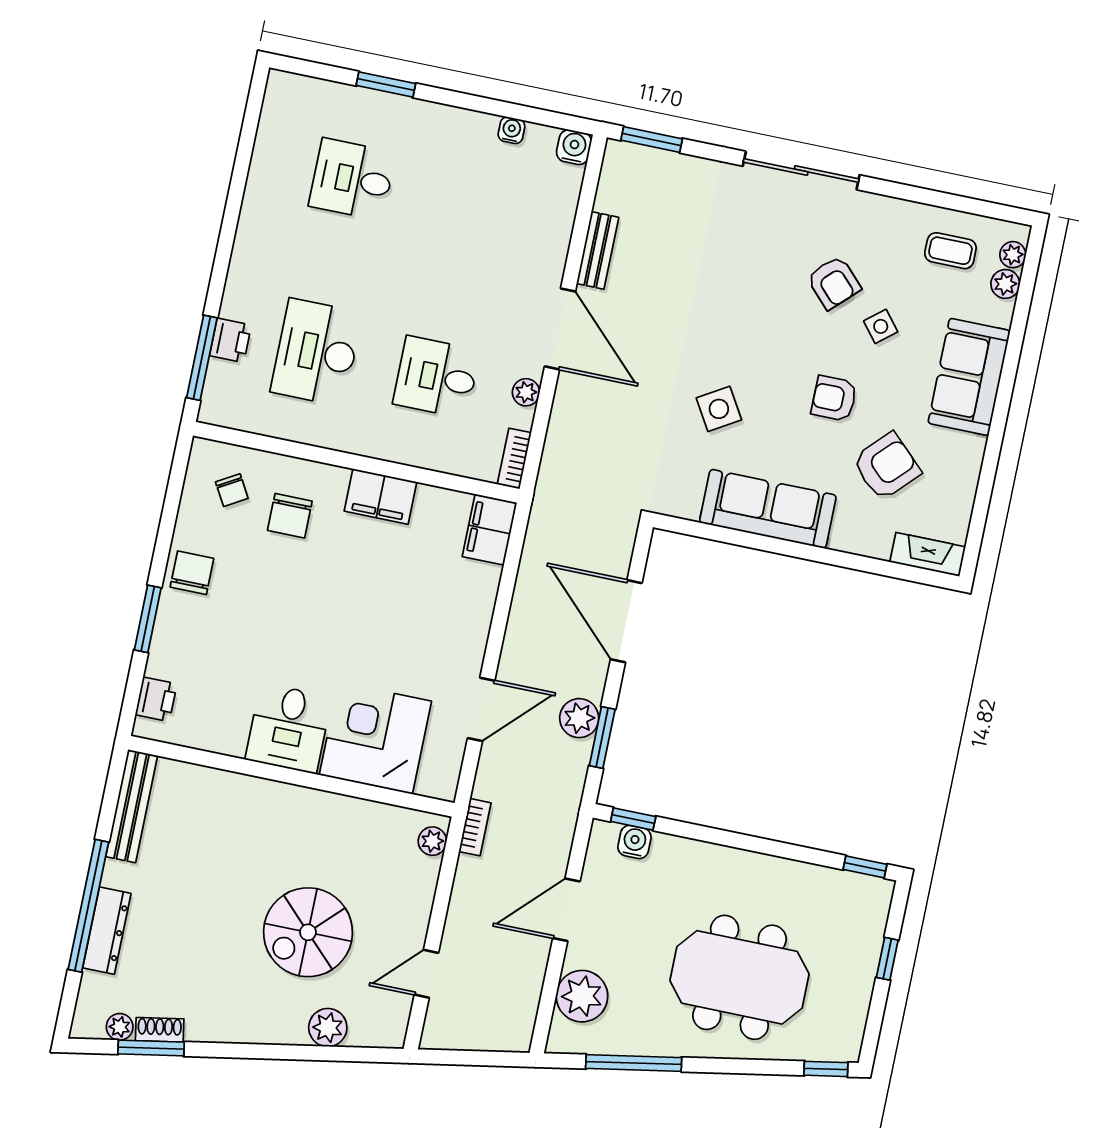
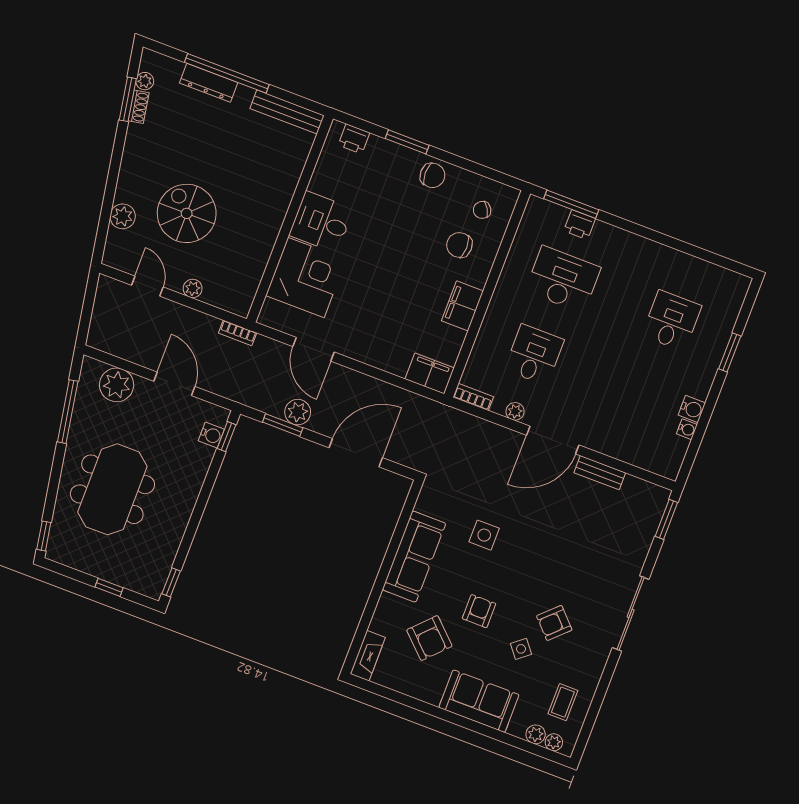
water cooler: (574, 147) -> (692, 409), moved
side table: (719, 409) -> (484, 535), turned 31
plant: (432, 841) -> (193, 288), moved

